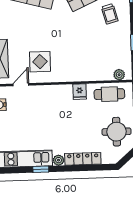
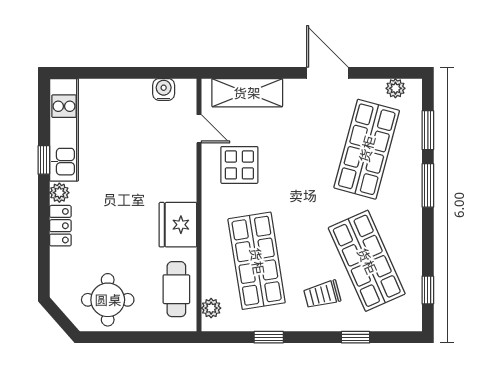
shop shelf: (92, 51) -> (257, 261), added
fridge: (80, 92) -> (178, 225), width x1.88, depth x1.34
locker: (83, 159) -> (60, 226), width x0.66

